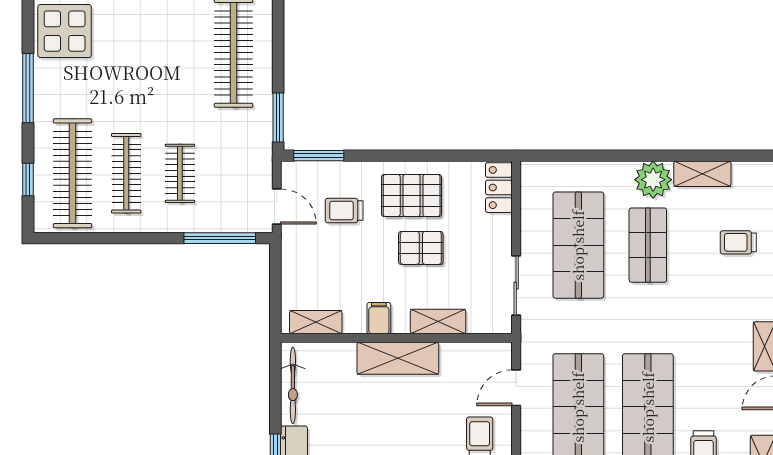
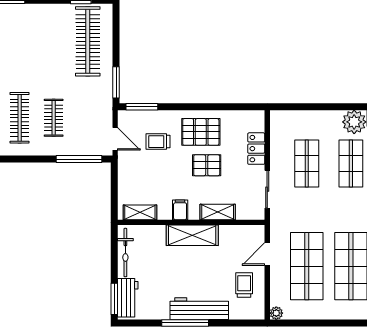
locker: (499, 188) -> (256, 149), moved
shop shelf: (578, 245) -> (307, 163), width x0.70, depth x0.74

